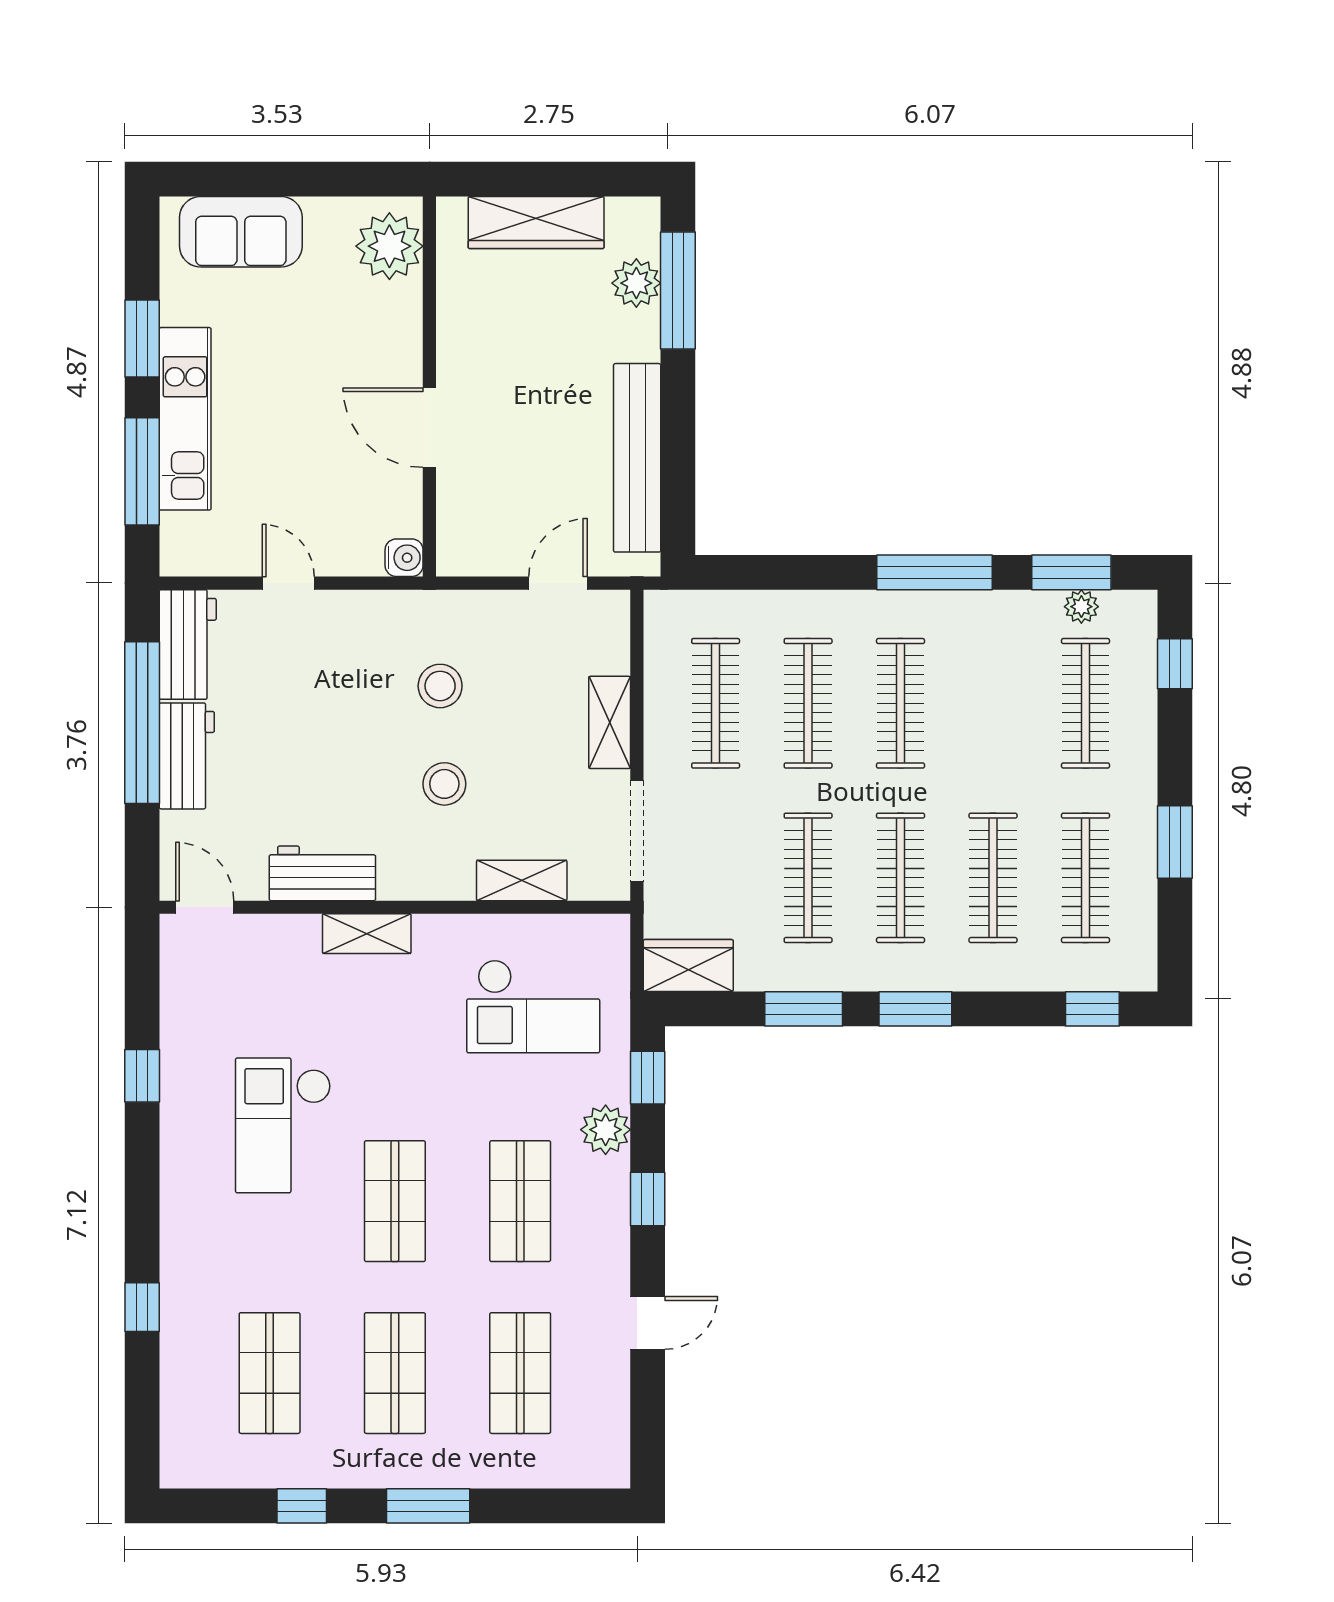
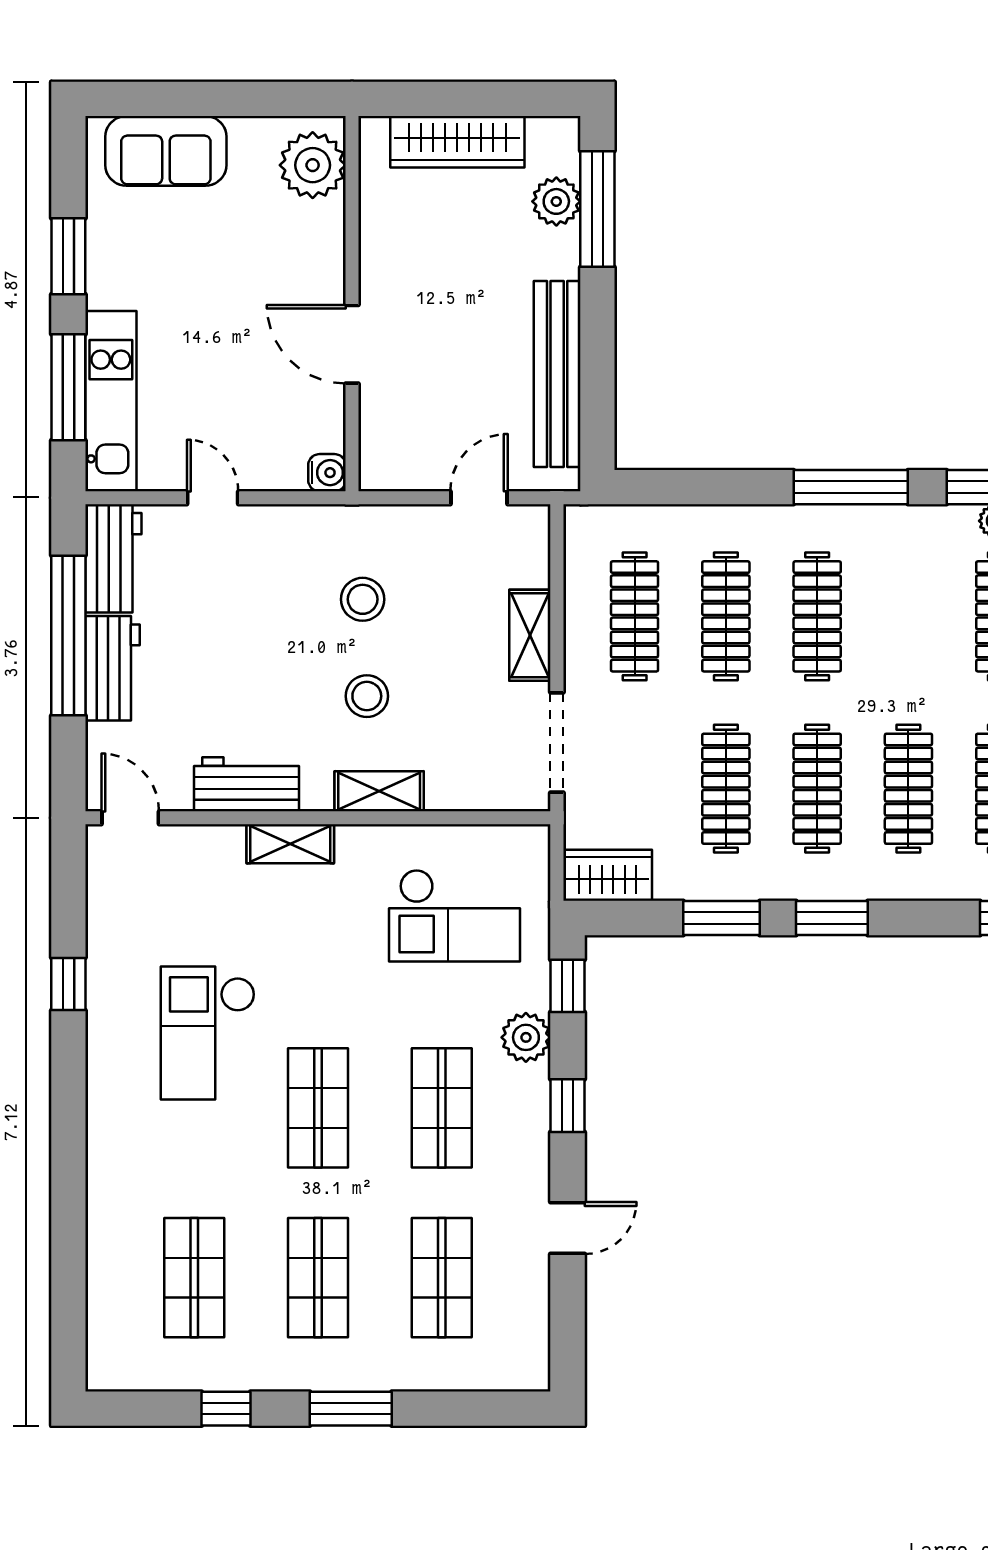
kitchen unit: (185, 419) -> (111, 401), moved
shelving: (522, 880) -> (379, 791), moved
window: (142, 1307) -> (68, 1212), removed

